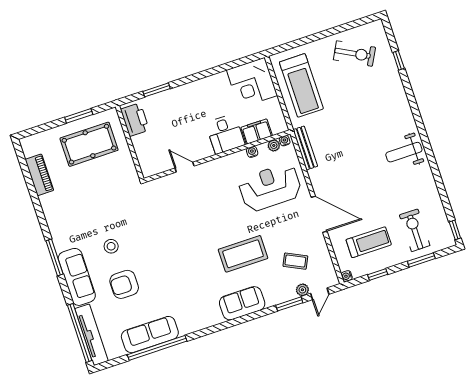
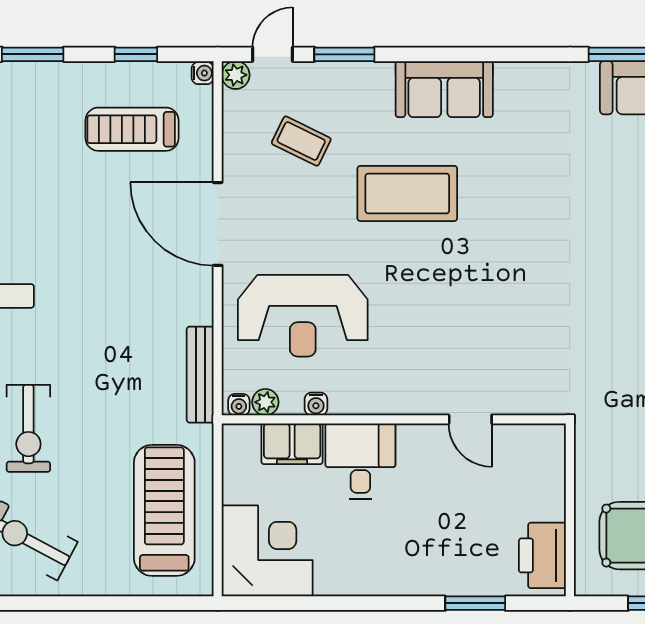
exercise bike: (415, 230) -> (28, 428), moved
plant: (302, 290) -> (236, 75), moved

